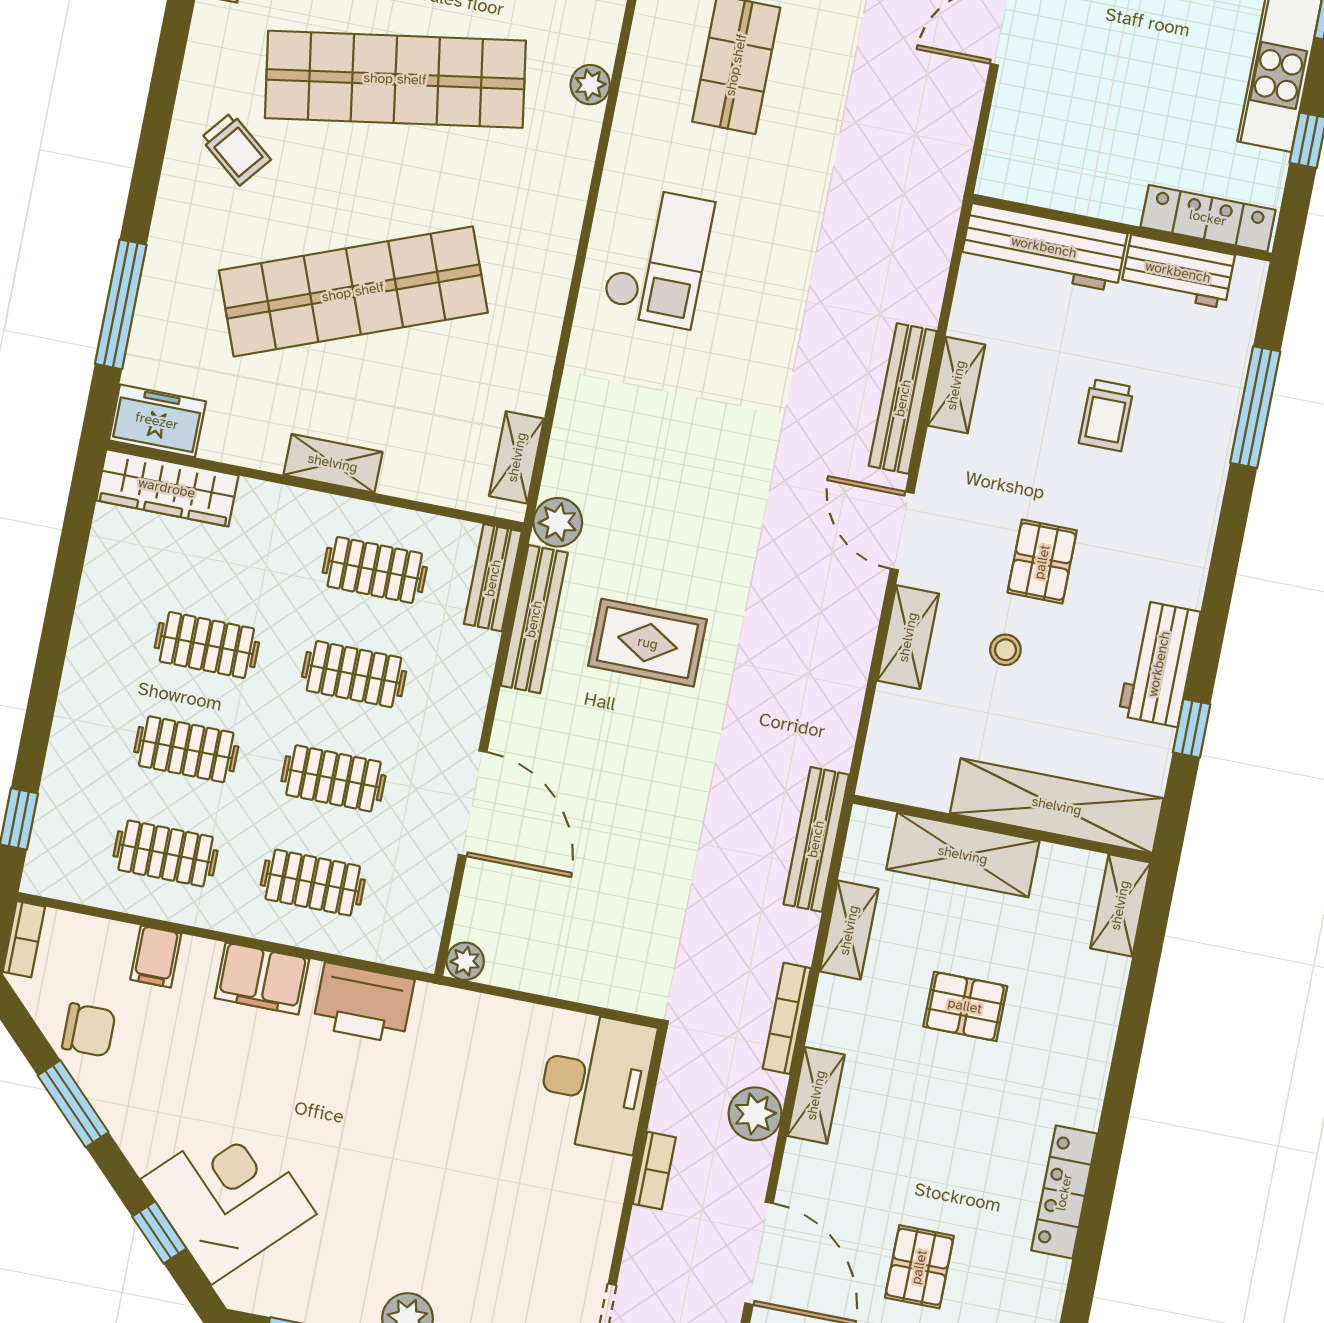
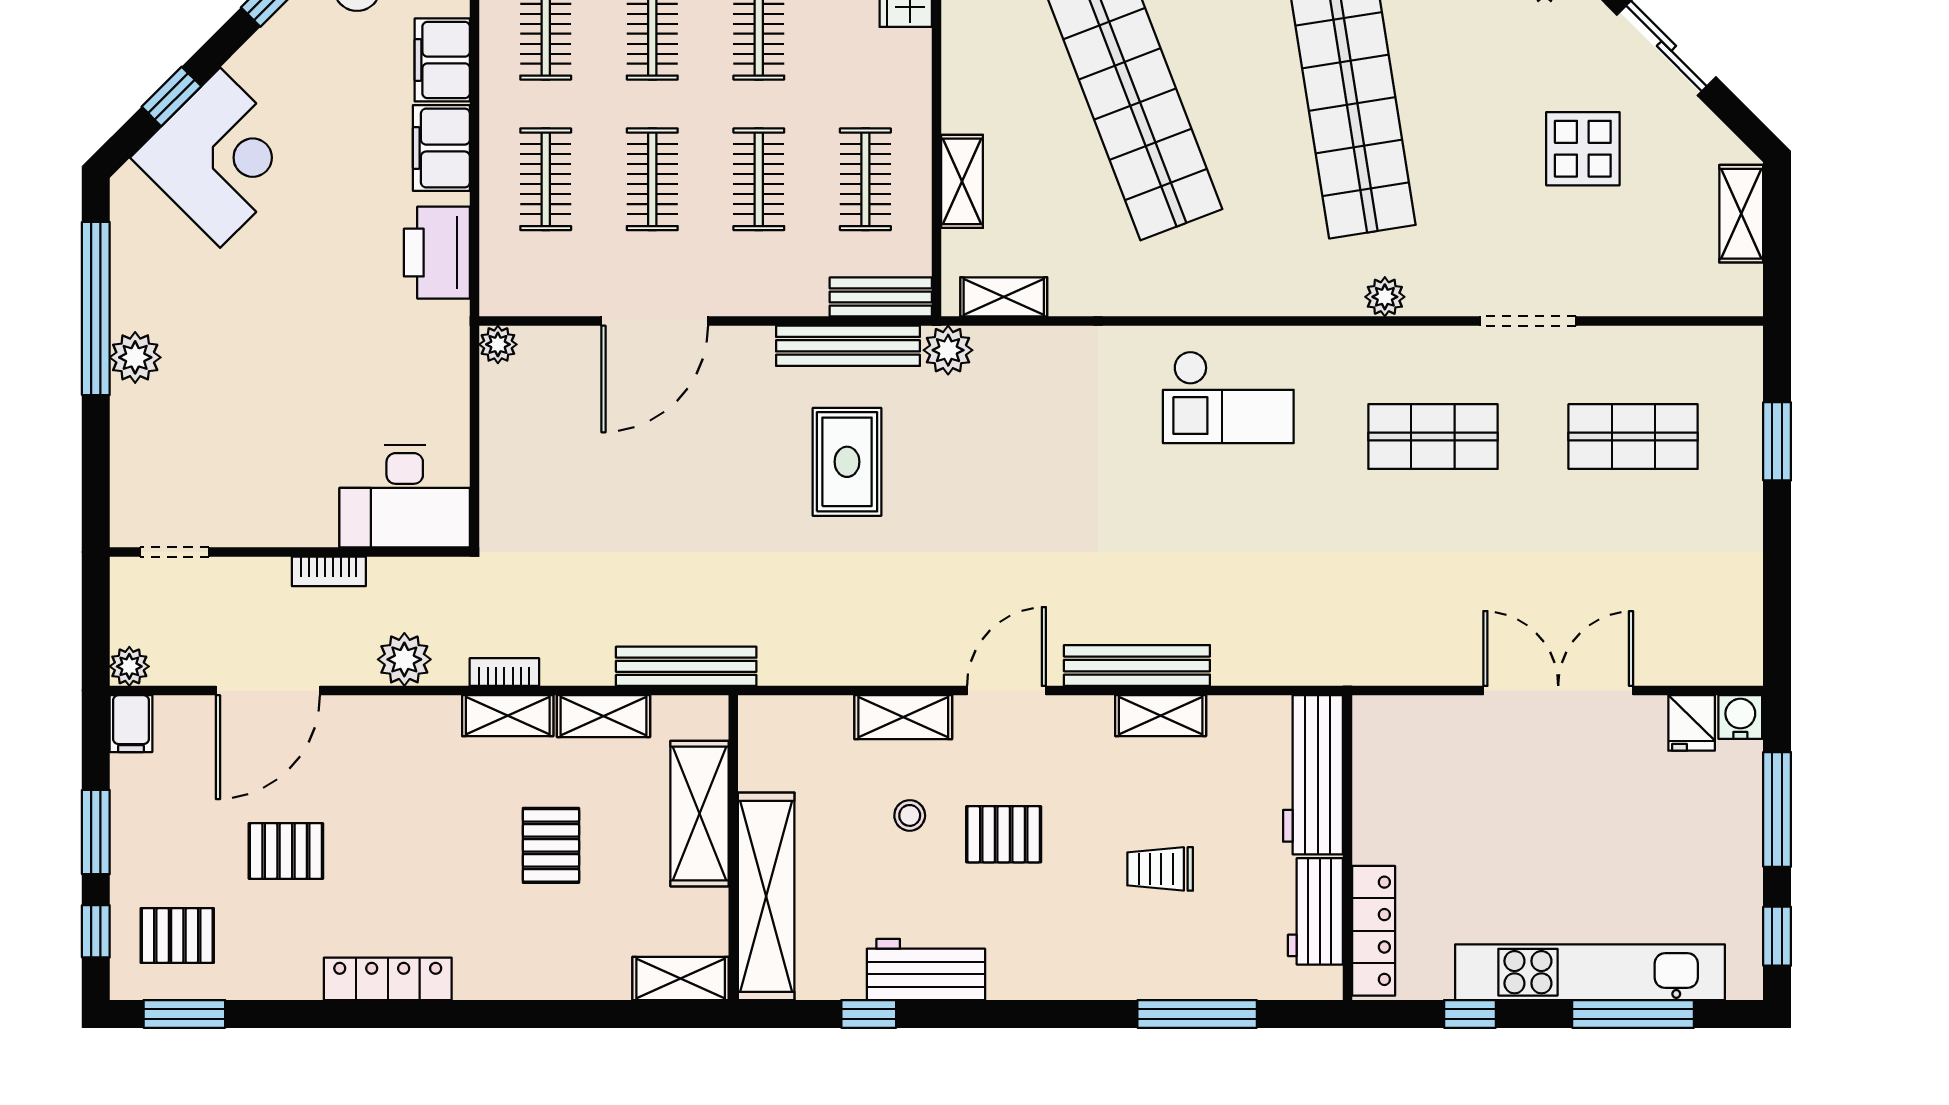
shelving: (333, 463) -> (962, 181), moved
filing cabinet: (156, 957) -> (442, 60), width x2.00
bookcase: (787, 1018) -> (504, 672), width x0.64
shelving: (816, 1095) -> (508, 716), moved

